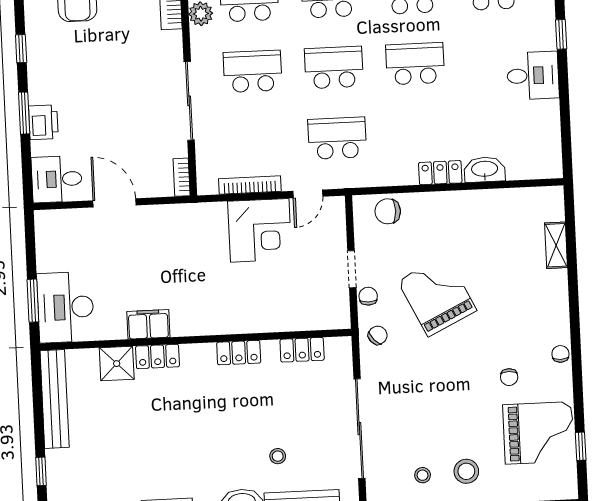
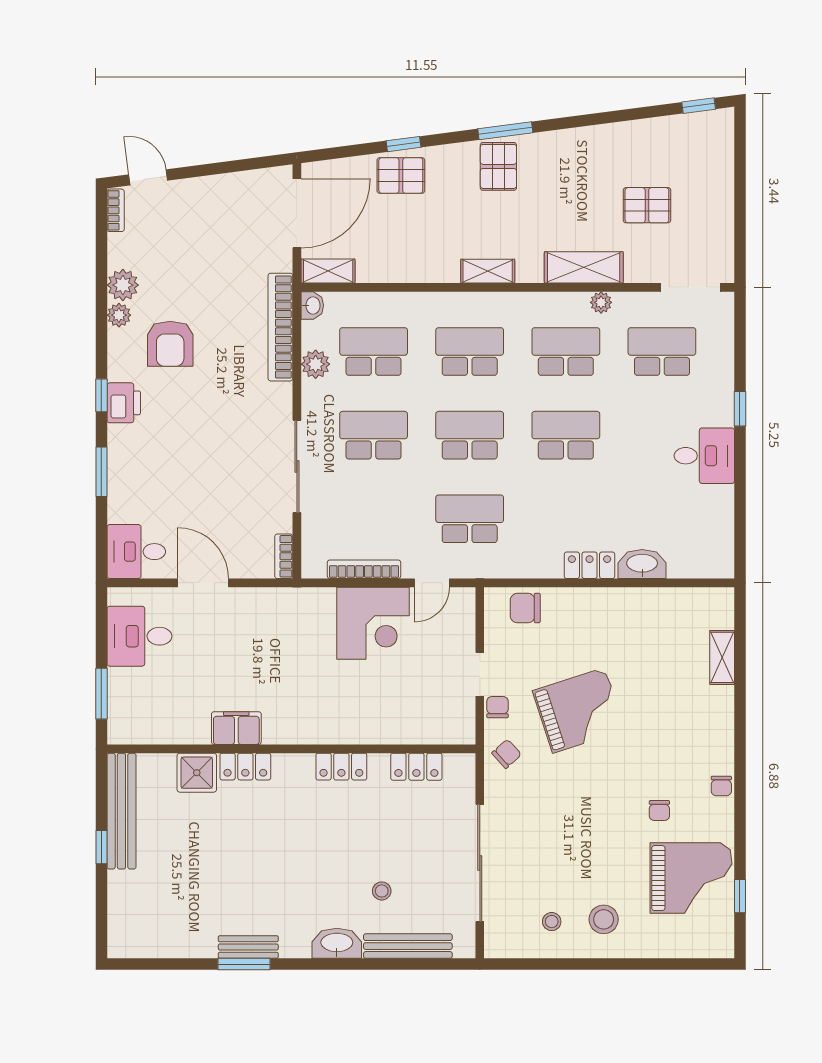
printer: (43, 122) -> (124, 403), moved
grand piano: (437, 296) -> (579, 710), turned 98
desk: (65, 307) -> (139, 636), moved, width x0.73
chair: (560, 354) -> (721, 786), turned 180
window: (41, 471) -> (101, 847), moved

